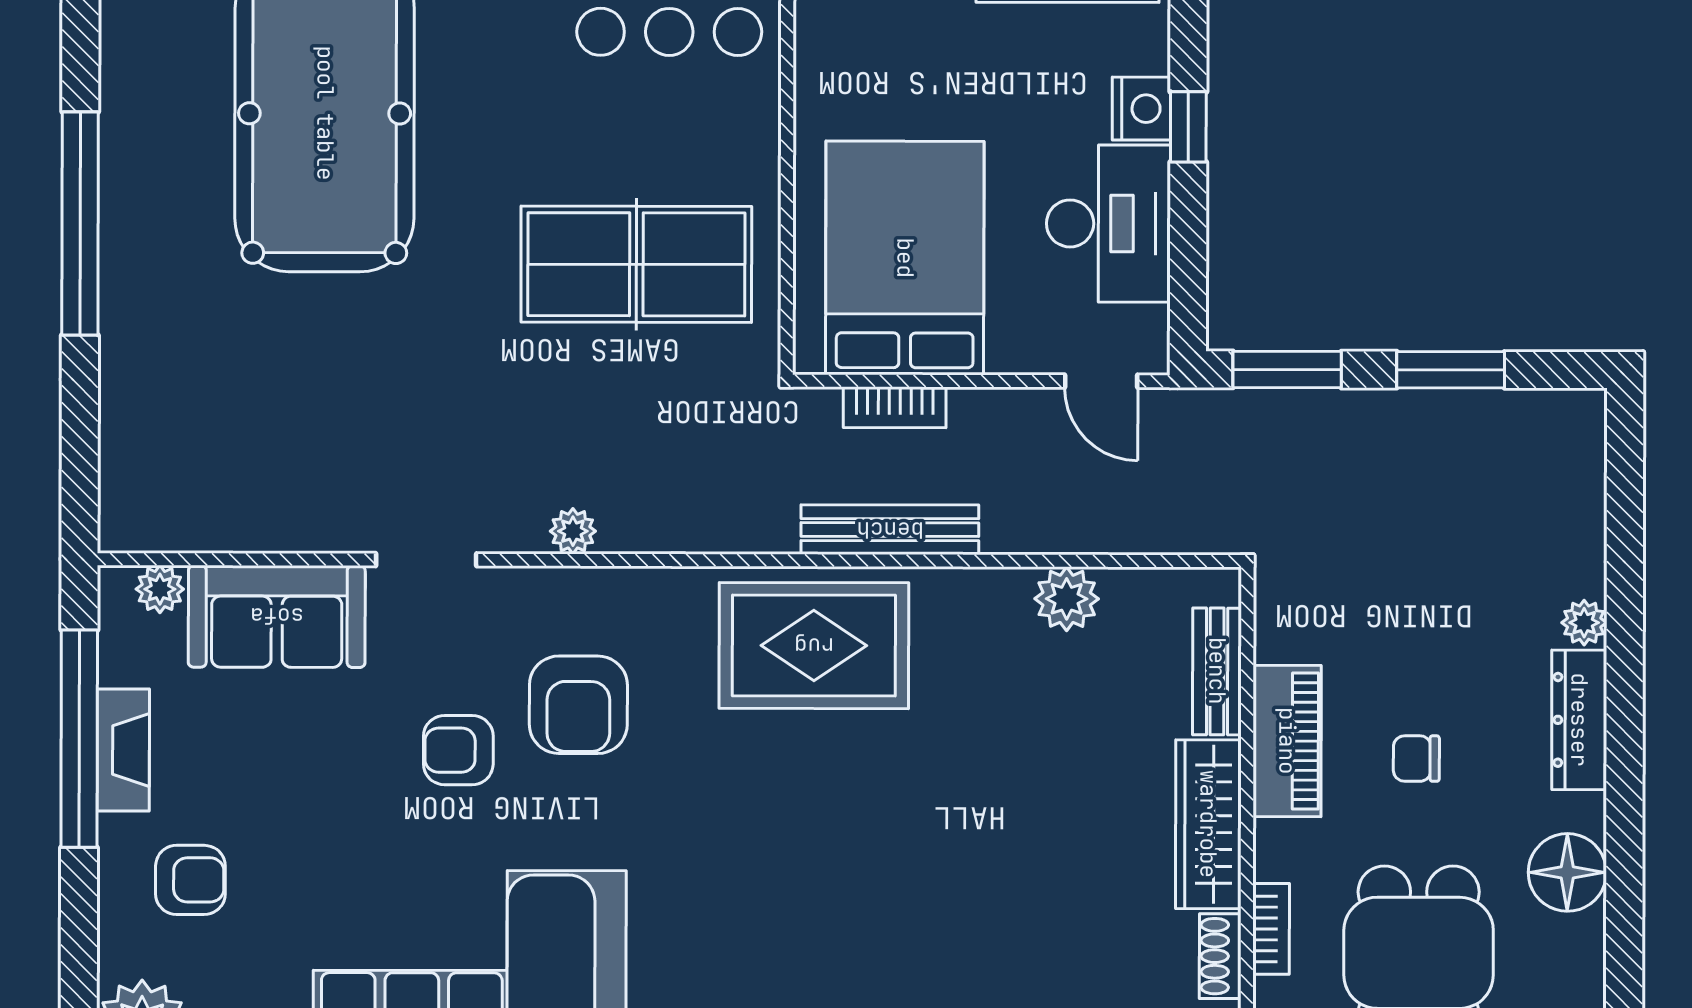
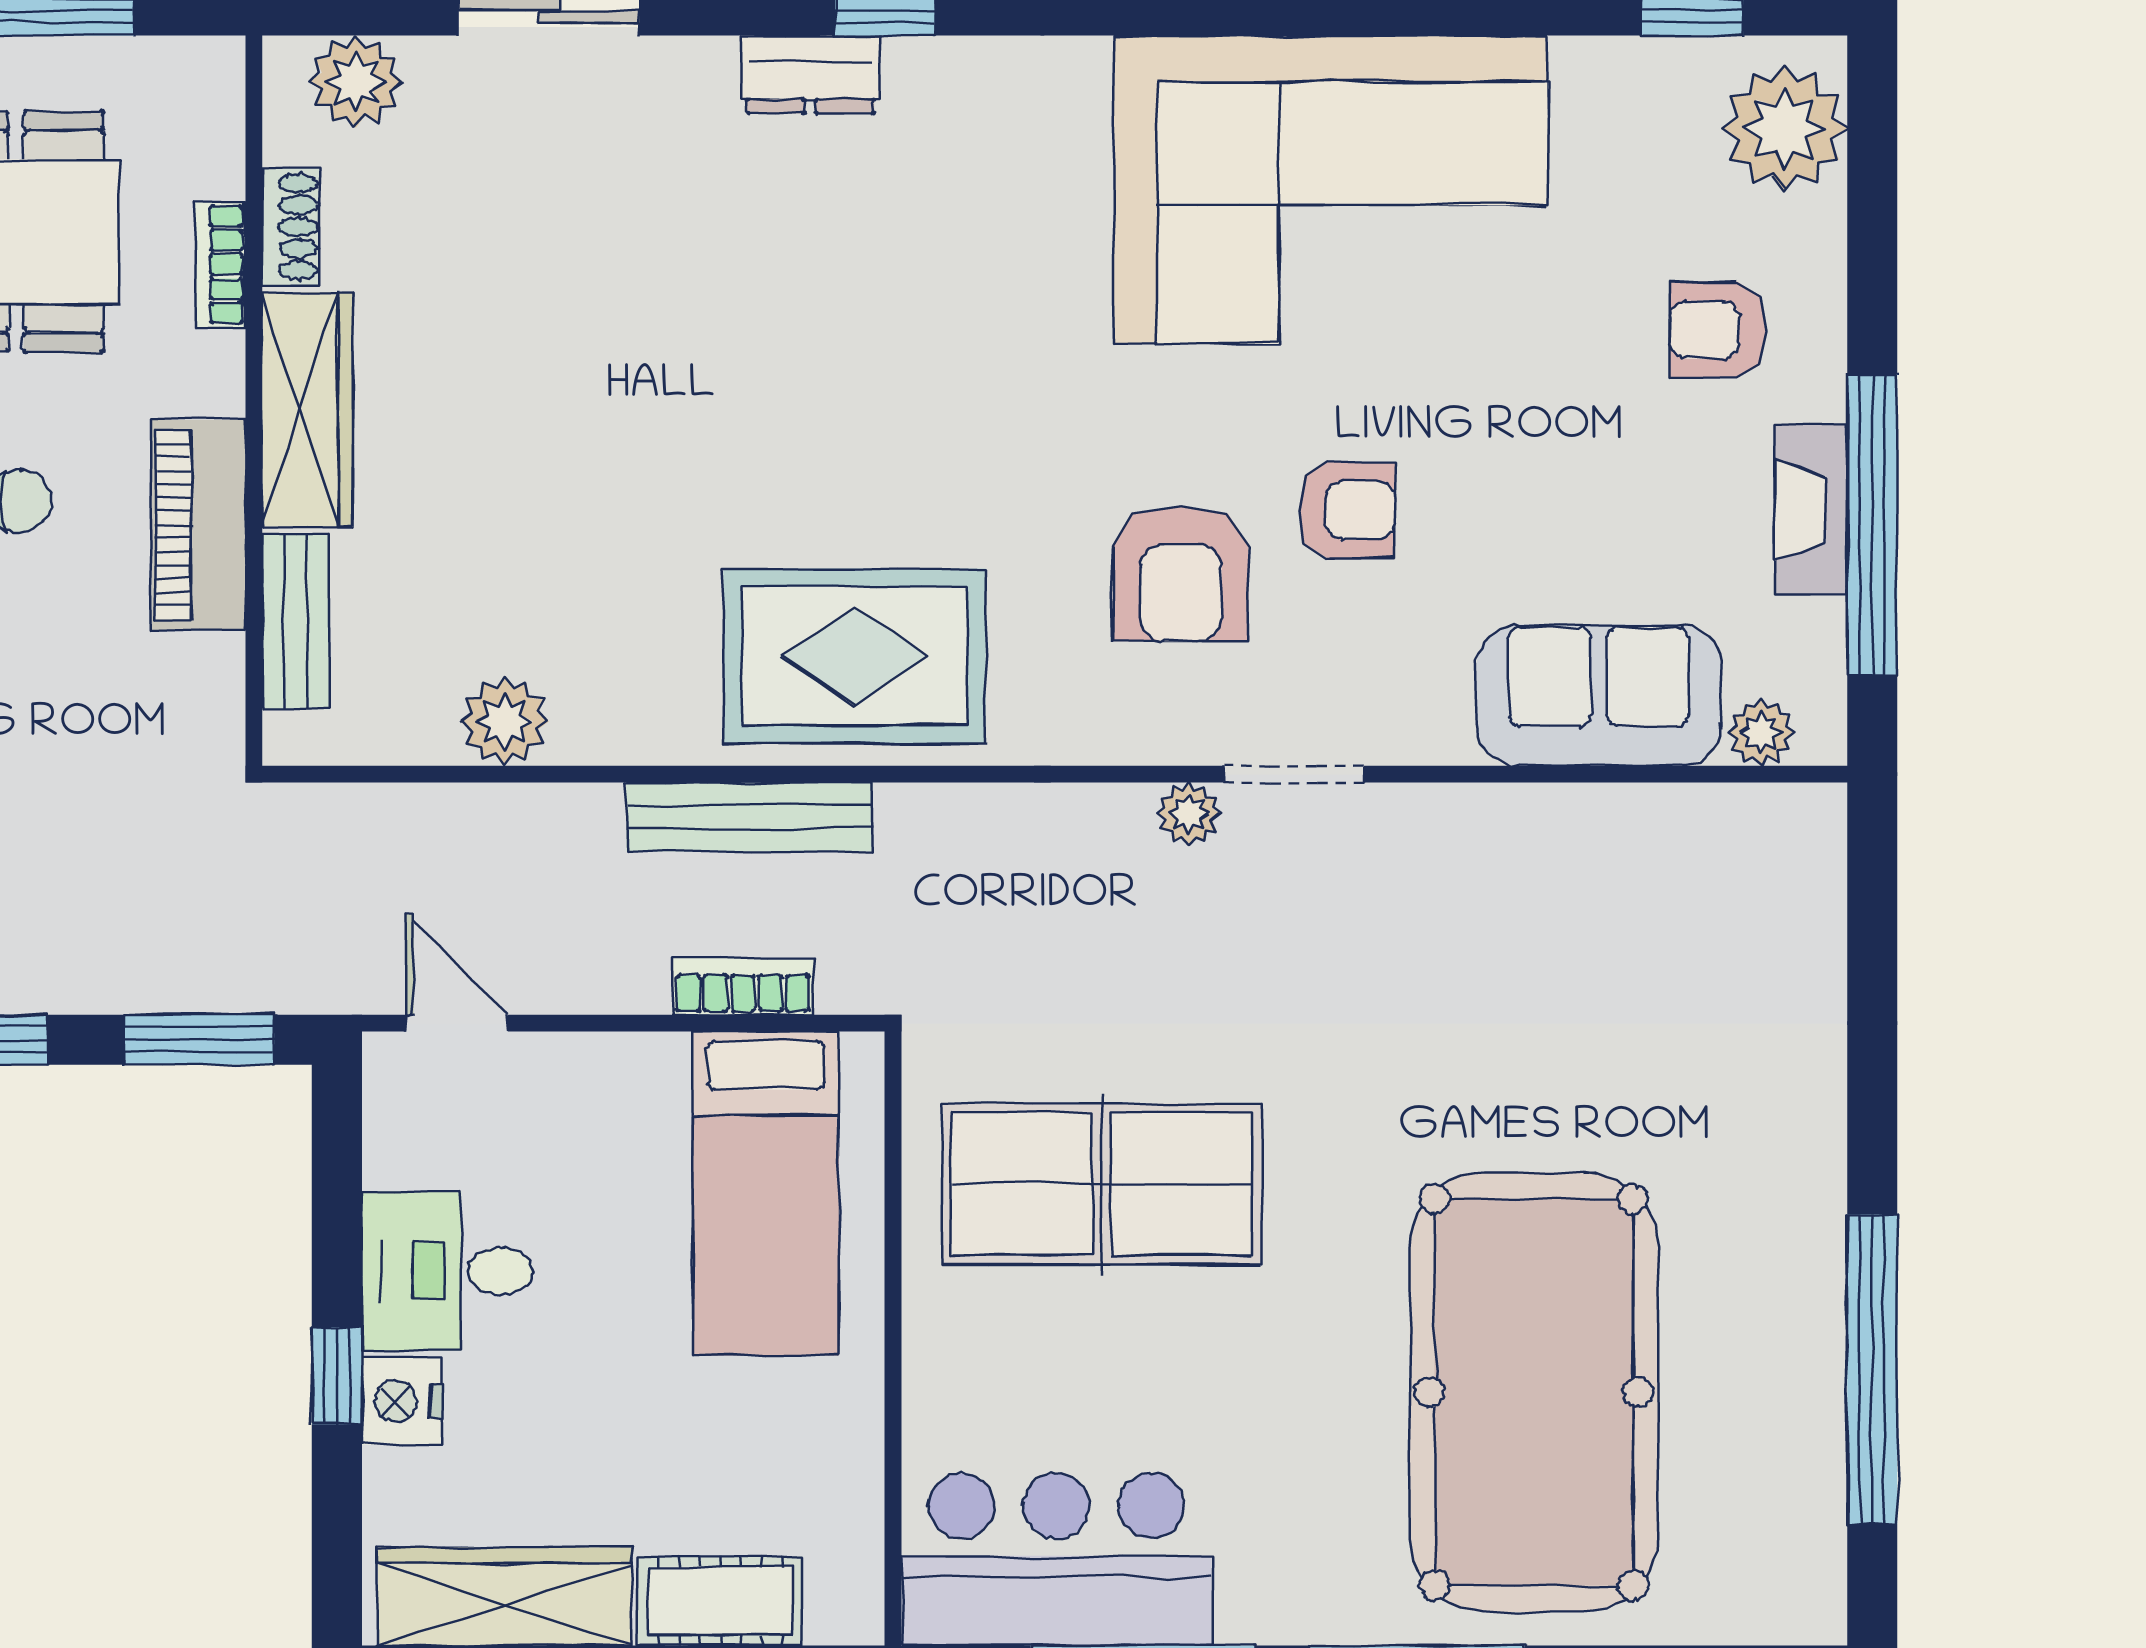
window: (80, 223) -> (1872, 1369), moved
desk: (1108, 224) -> (447, 1271), width x0.73
bed: (905, 258) -> (766, 1193), width x0.67
doorway: (426, 560) -> (1294, 774), moved
armchair: (578, 705) -> (1181, 573), turned 180

